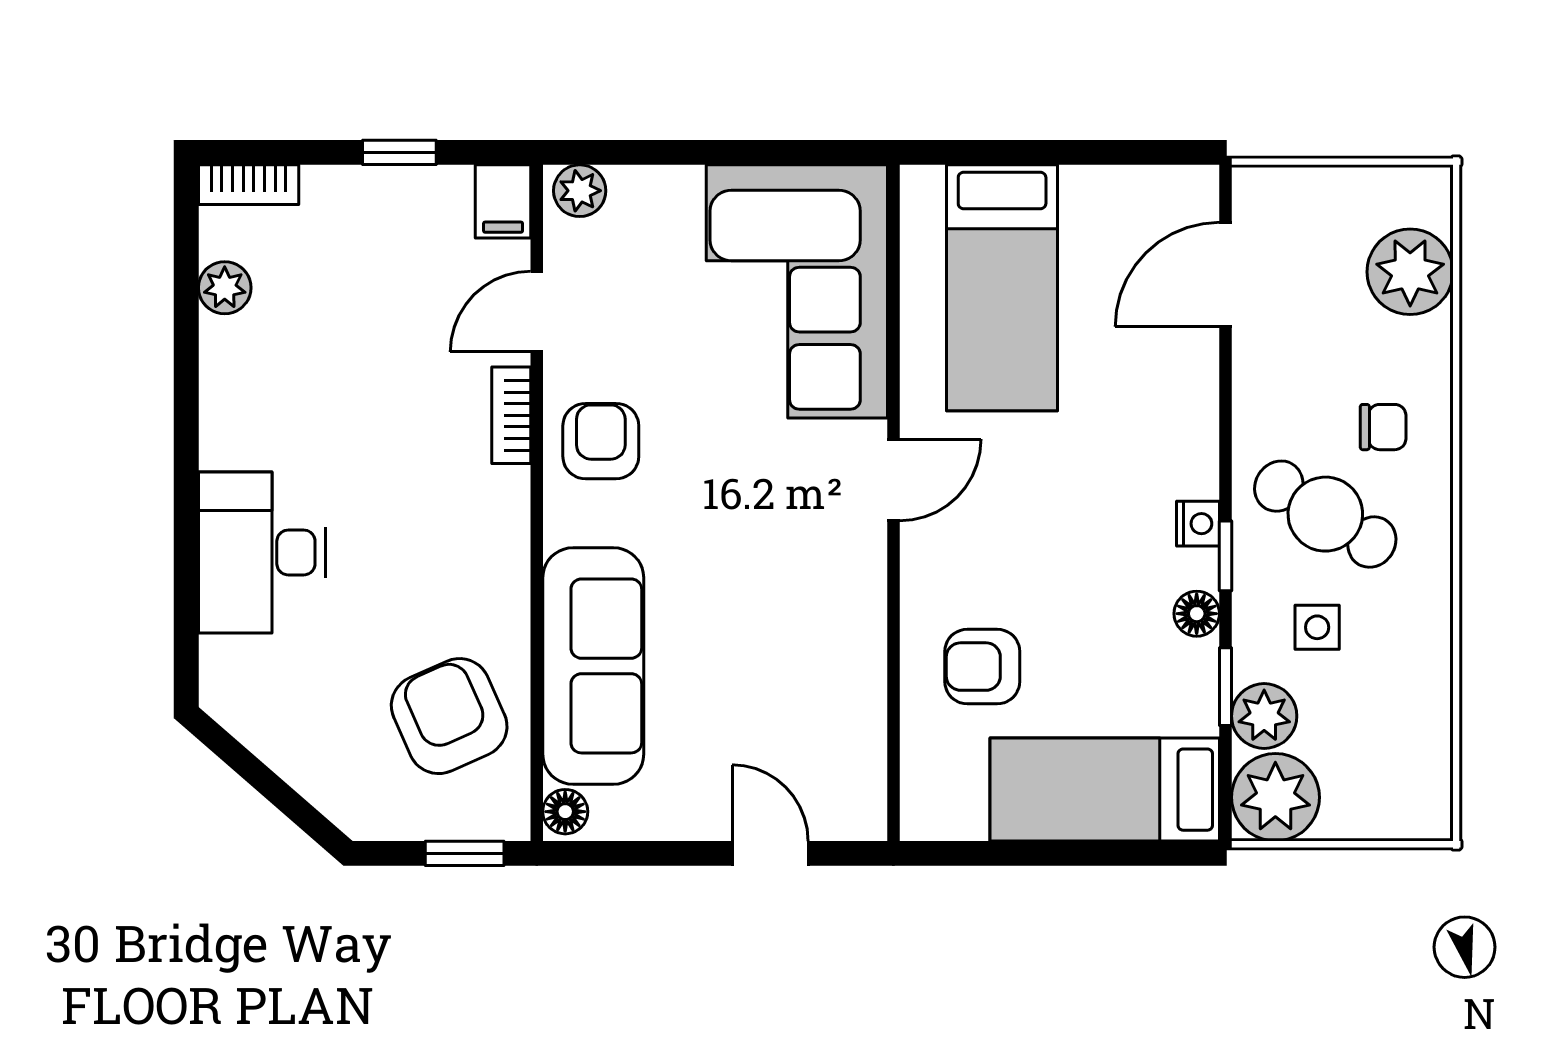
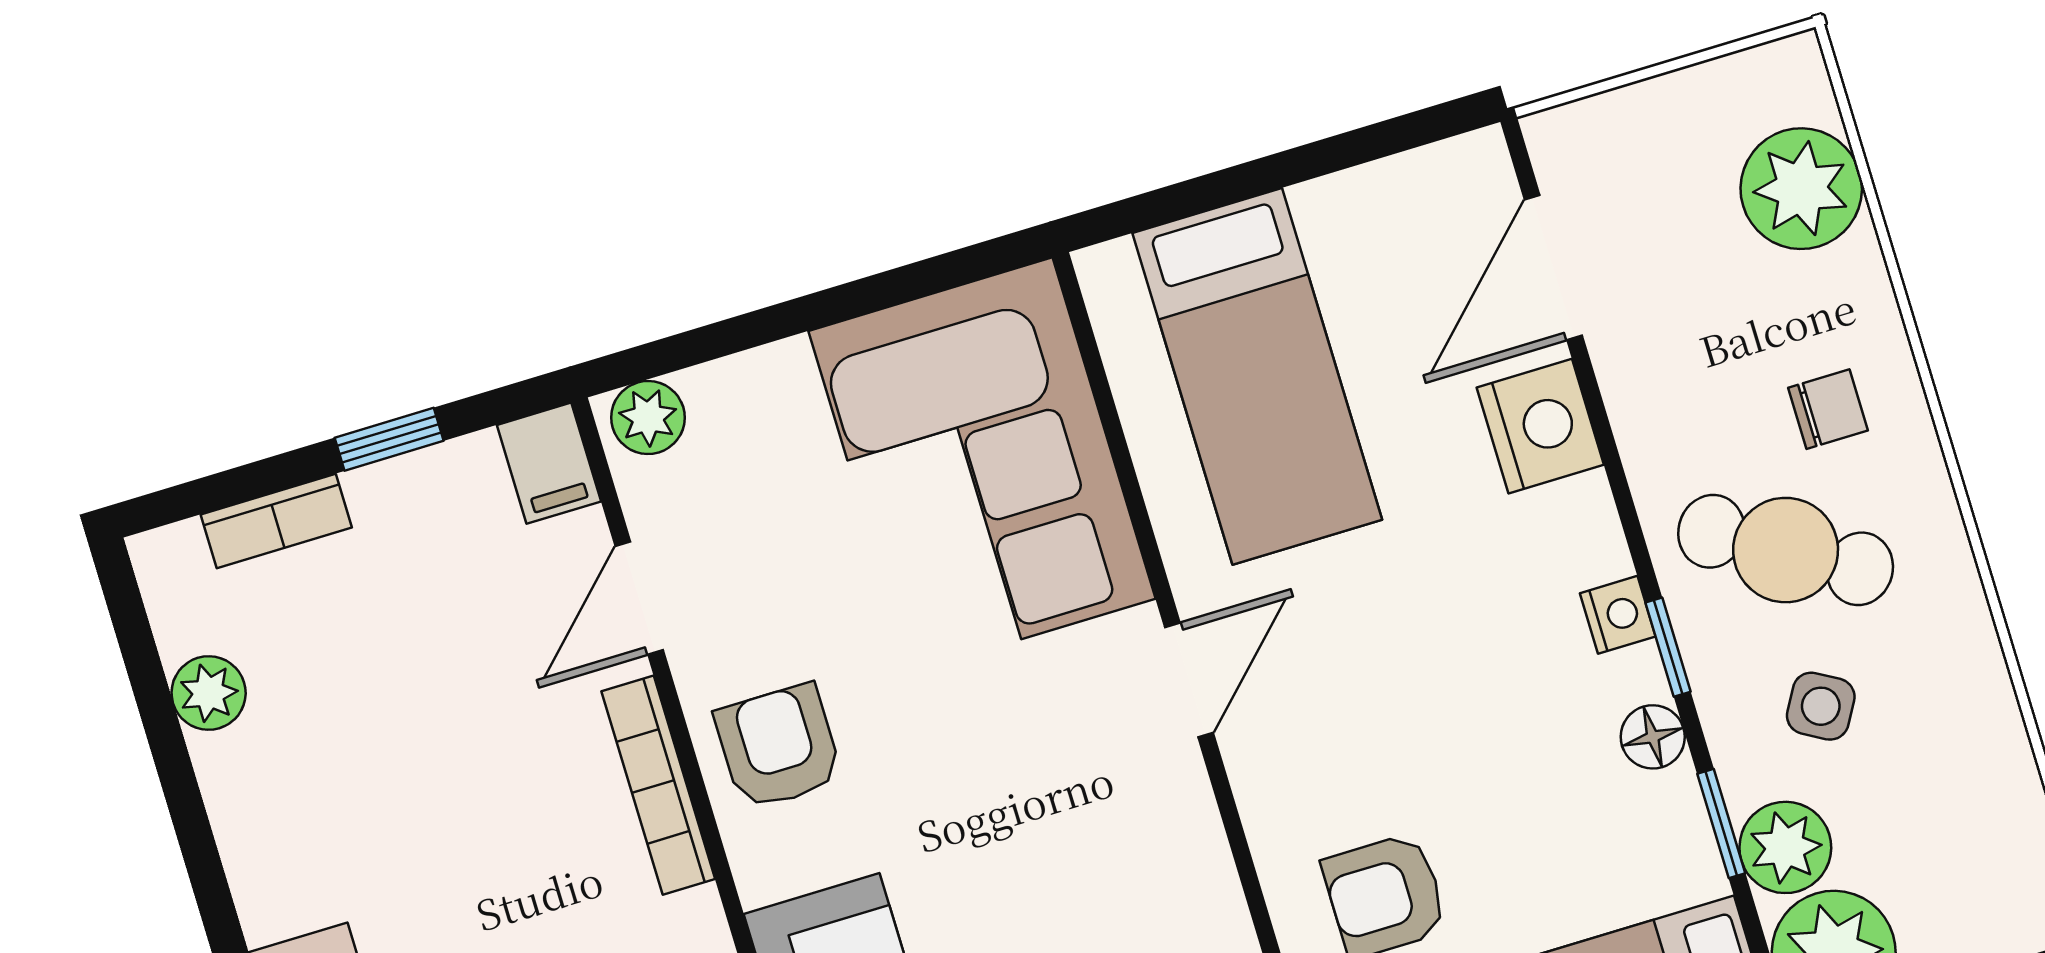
bookcase: (249, 185) -> (276, 521), moved
nightstand: (1184, 380) -> (1540, 426), added
bookcase: (511, 415) -> (658, 785), width x1.56
side table: (1317, 627) -> (1821, 706), turned 30

